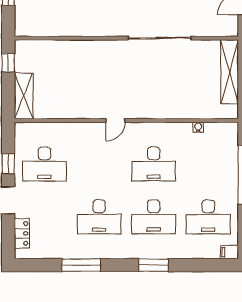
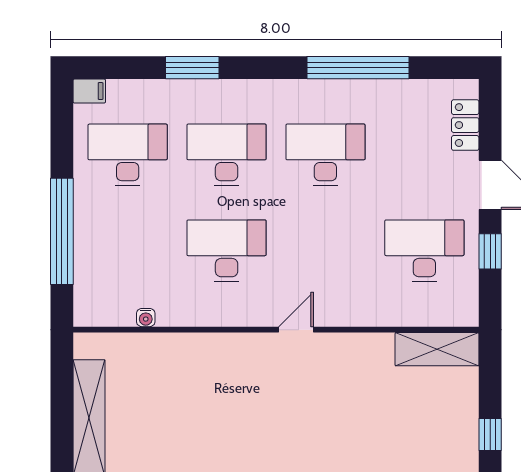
shelving: (24, 96) -> (437, 349), moved, turned 90
window: (81, 265) -> (358, 68), width x1.46
window: (153, 265) -> (192, 68), moved

